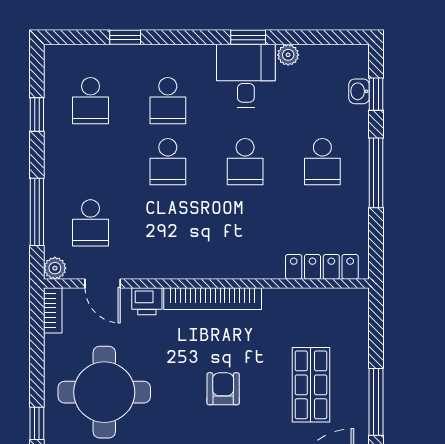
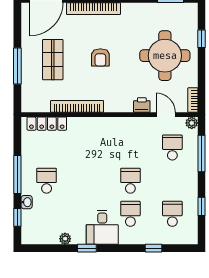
desk: (246, 76) -> (102, 227), moved
washbasin: (359, 91) -> (27, 202), moved
school desk: (245, 162) -> (88, 181), removed
bookcase: (213, 299) -> (77, 106), moved
window: (376, 402) -> (17, 66), moved

